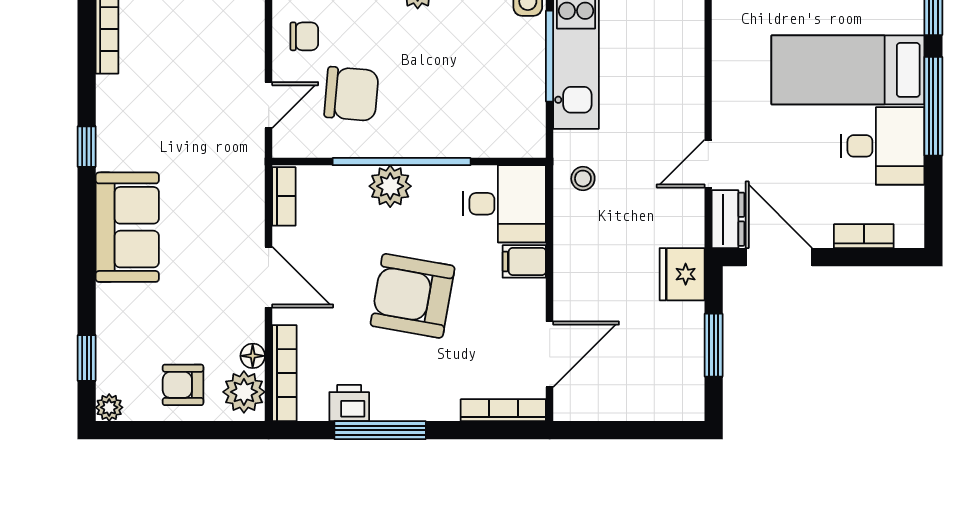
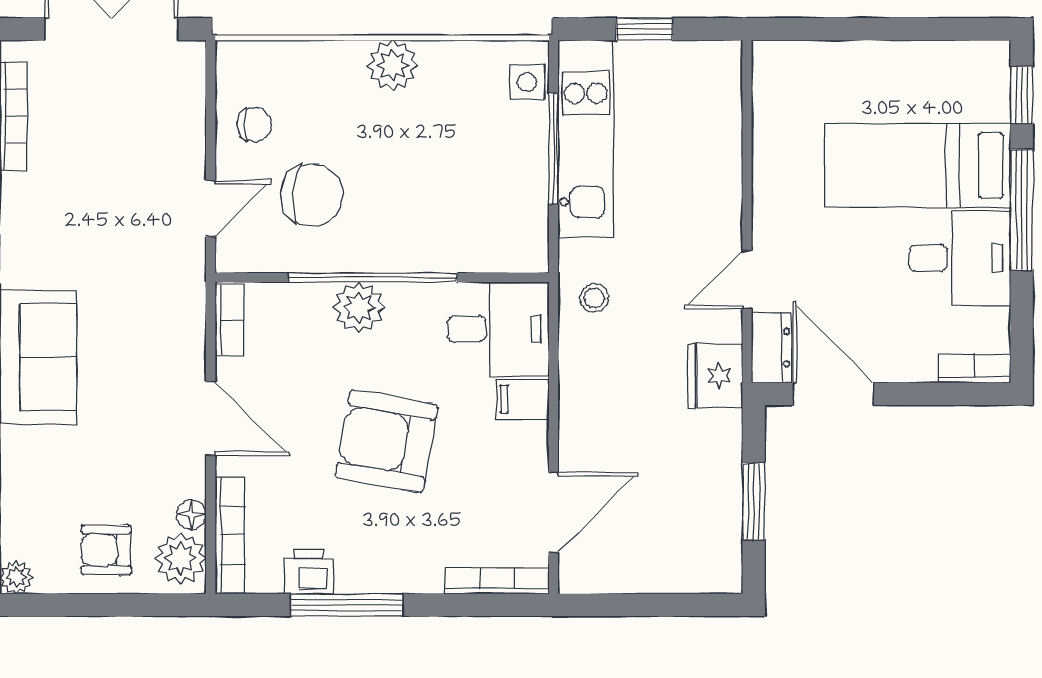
bookcase: (864, 236) -> (974, 368), moved
fridge: (682, 274) -> (715, 376), moved

